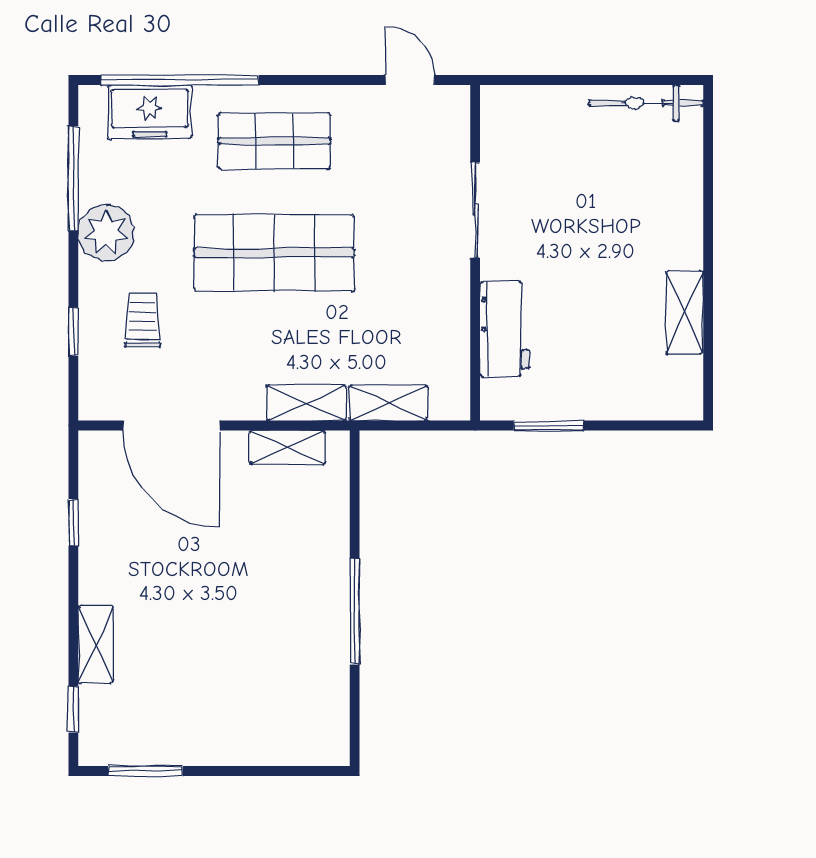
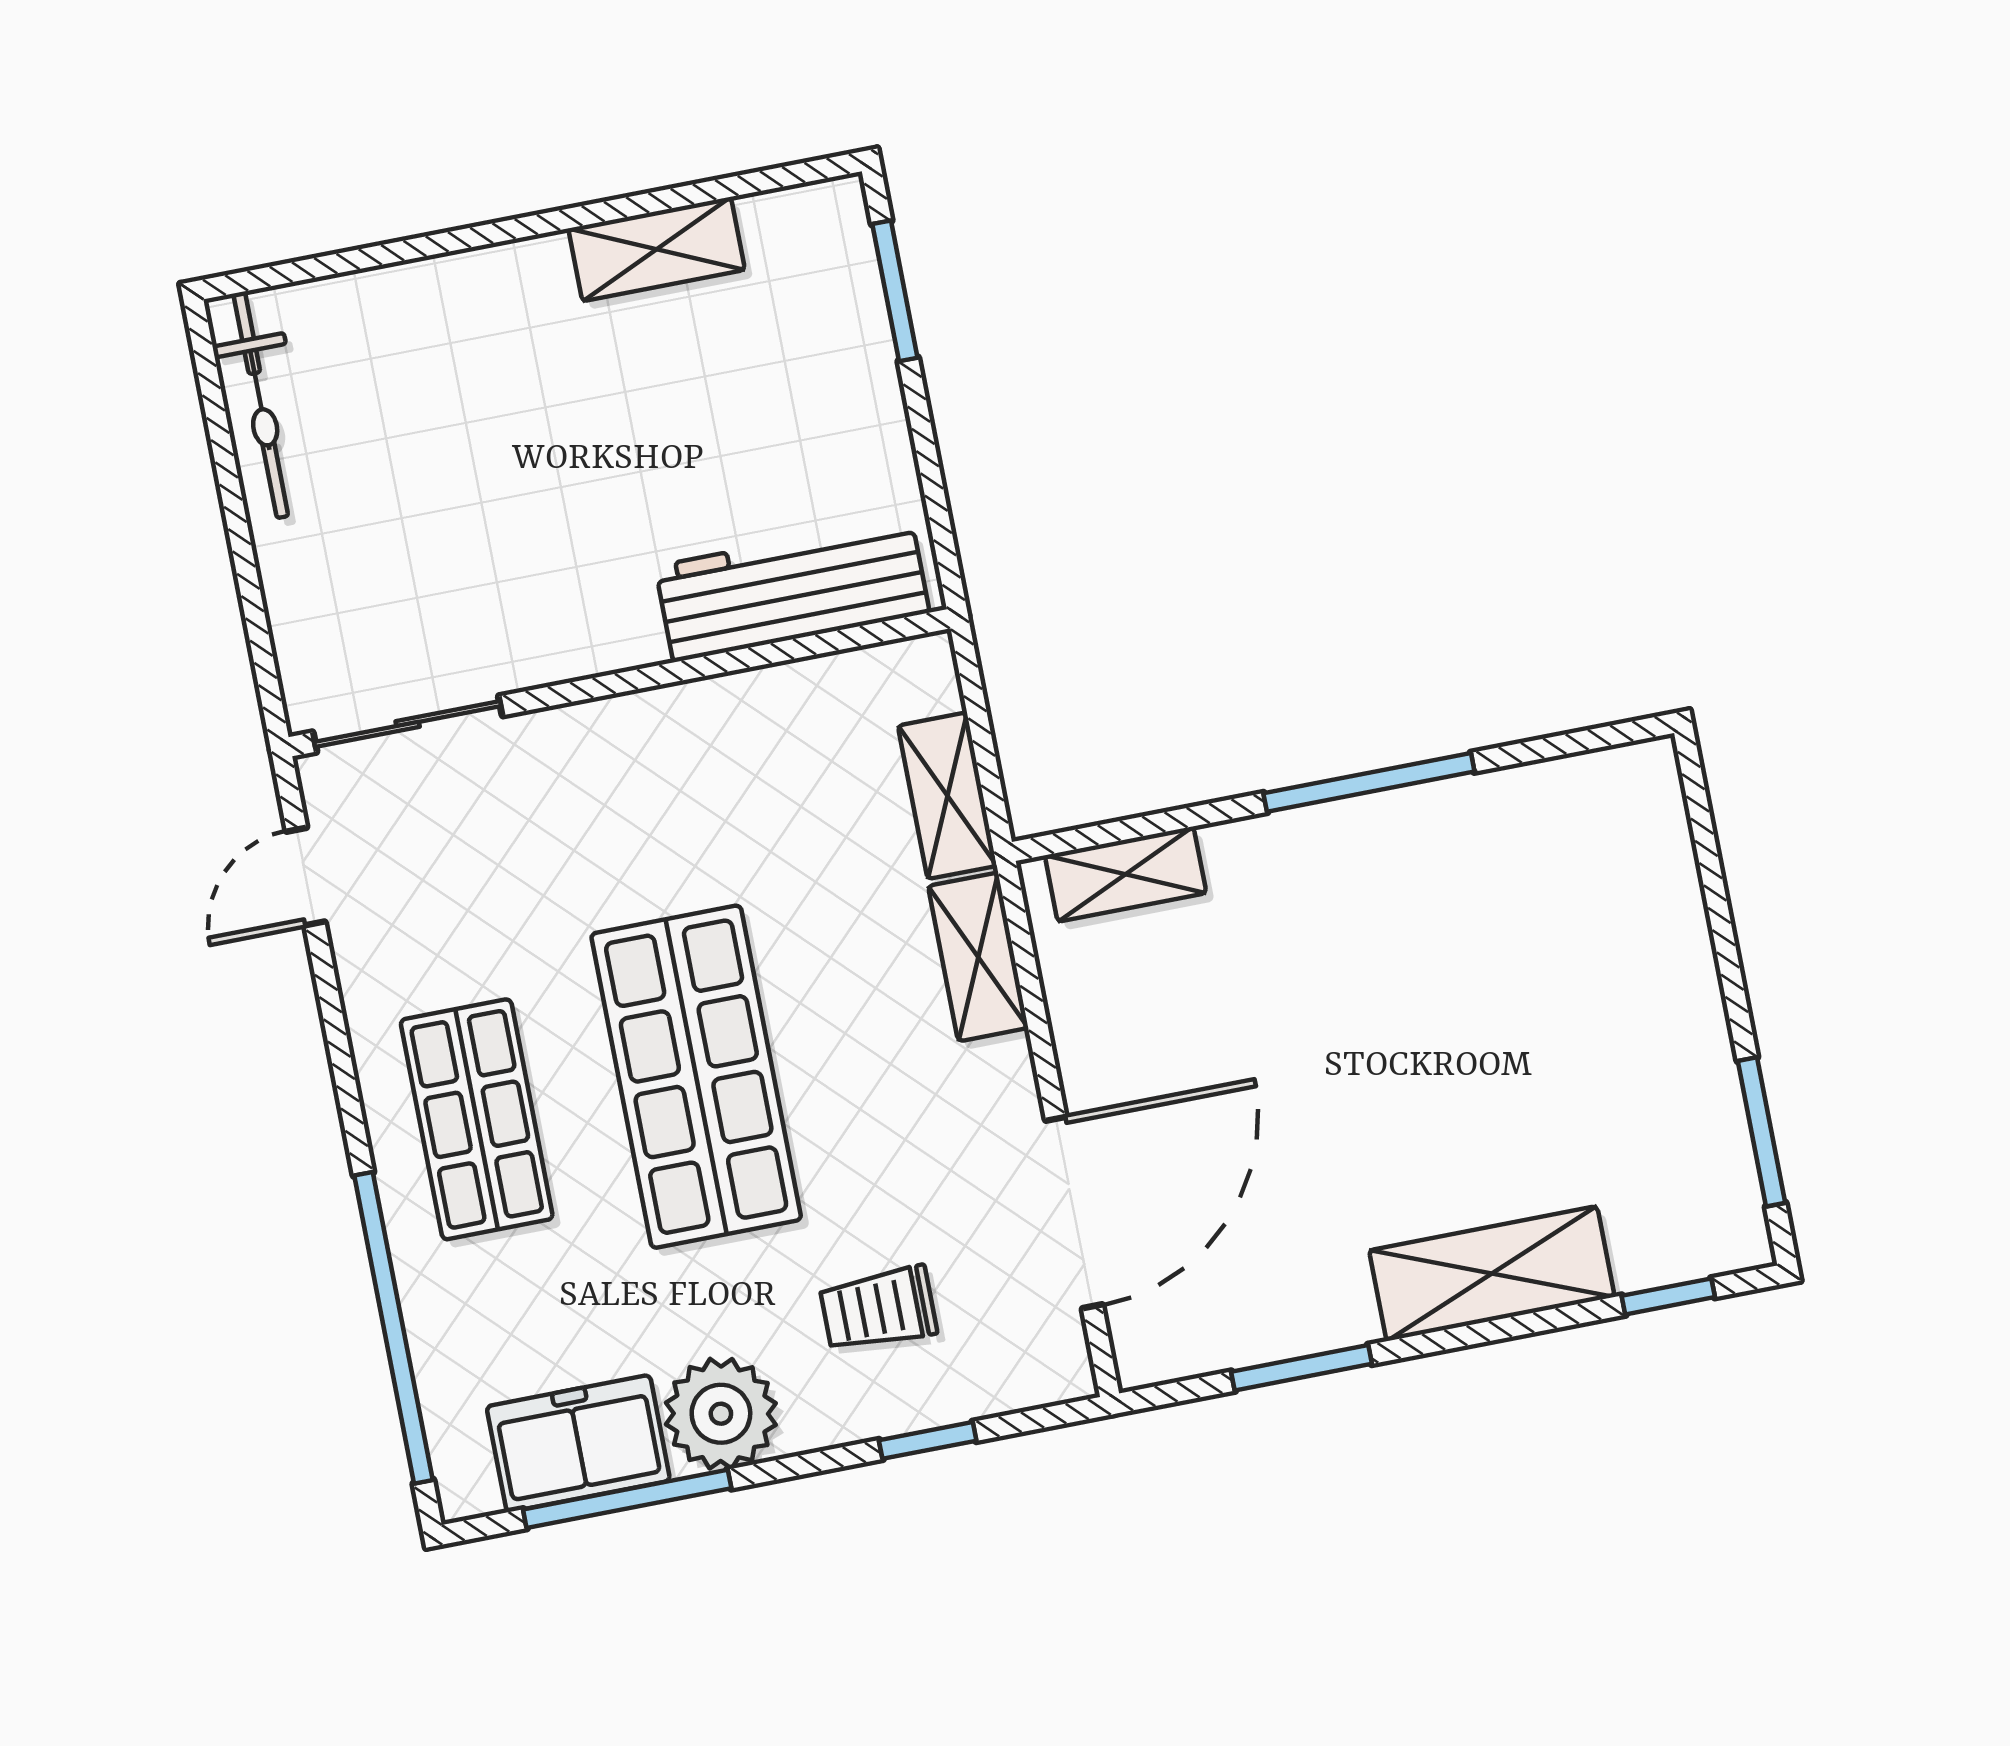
freezer: (150, 112) -> (578, 1443), moved, turned -90
sliding door: (475, 210) -> (408, 724), moved
workbench: (505, 329) -> (792, 589), width x1.38
window: (549, 426) -> (895, 291), moved
shelving: (287, 447) -> (1126, 874), moved, turned 90
window: (73, 522) -> (1301, 1368), width x1.50
shelving: (96, 644) -> (1492, 1274), width x1.50, depth x1.33

